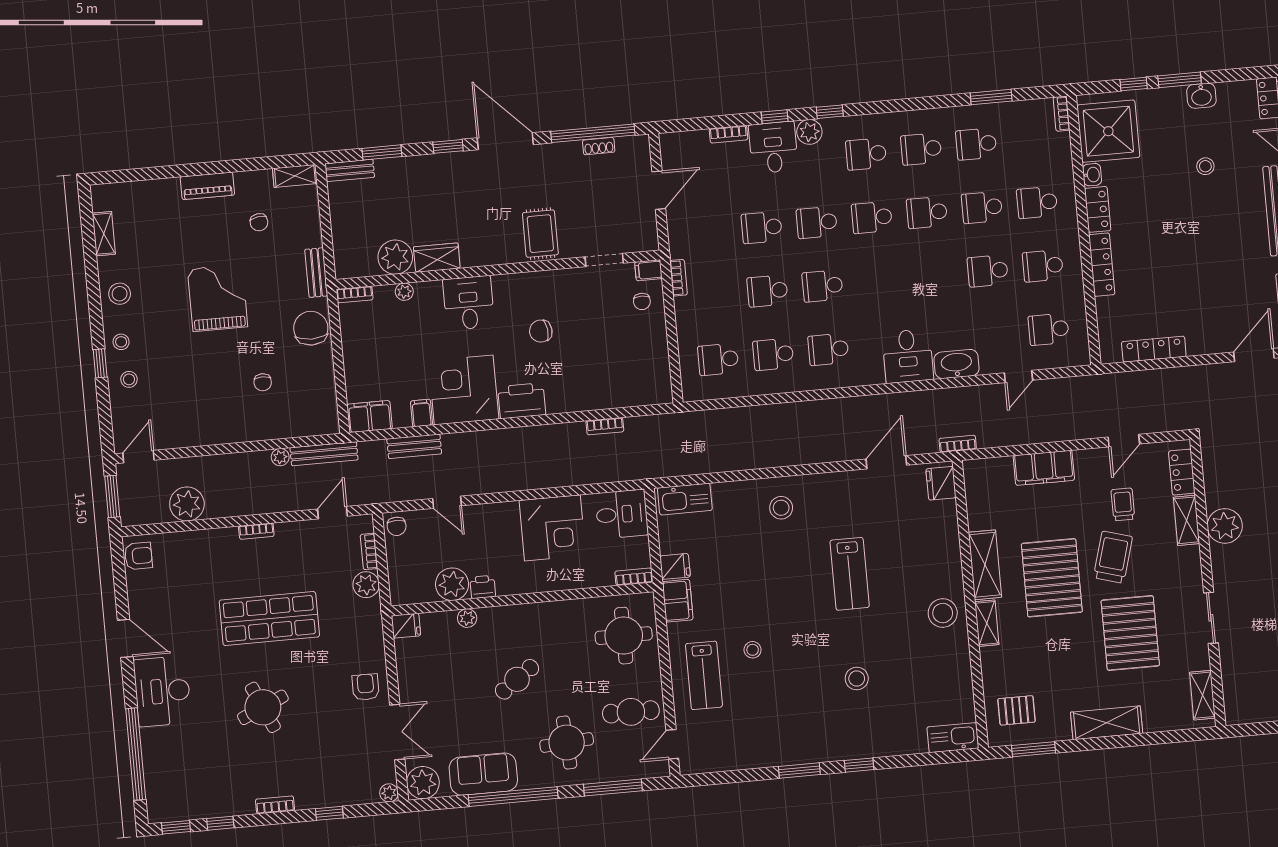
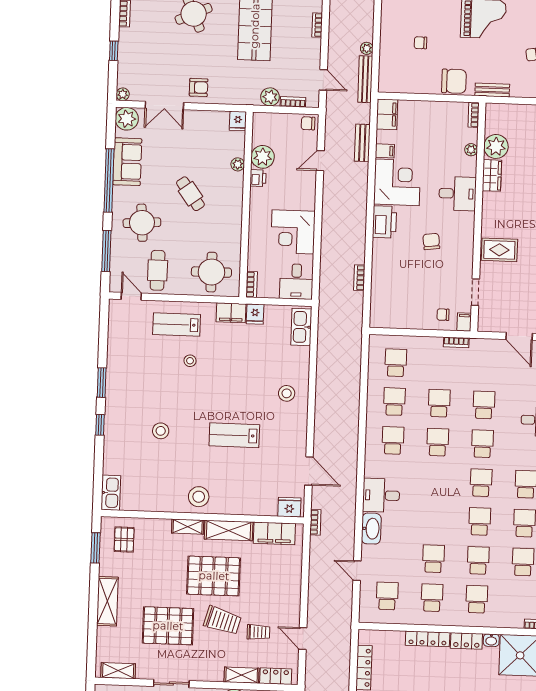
filing cabinet: (1044, 468) -> (274, 533), moved, turned -90

